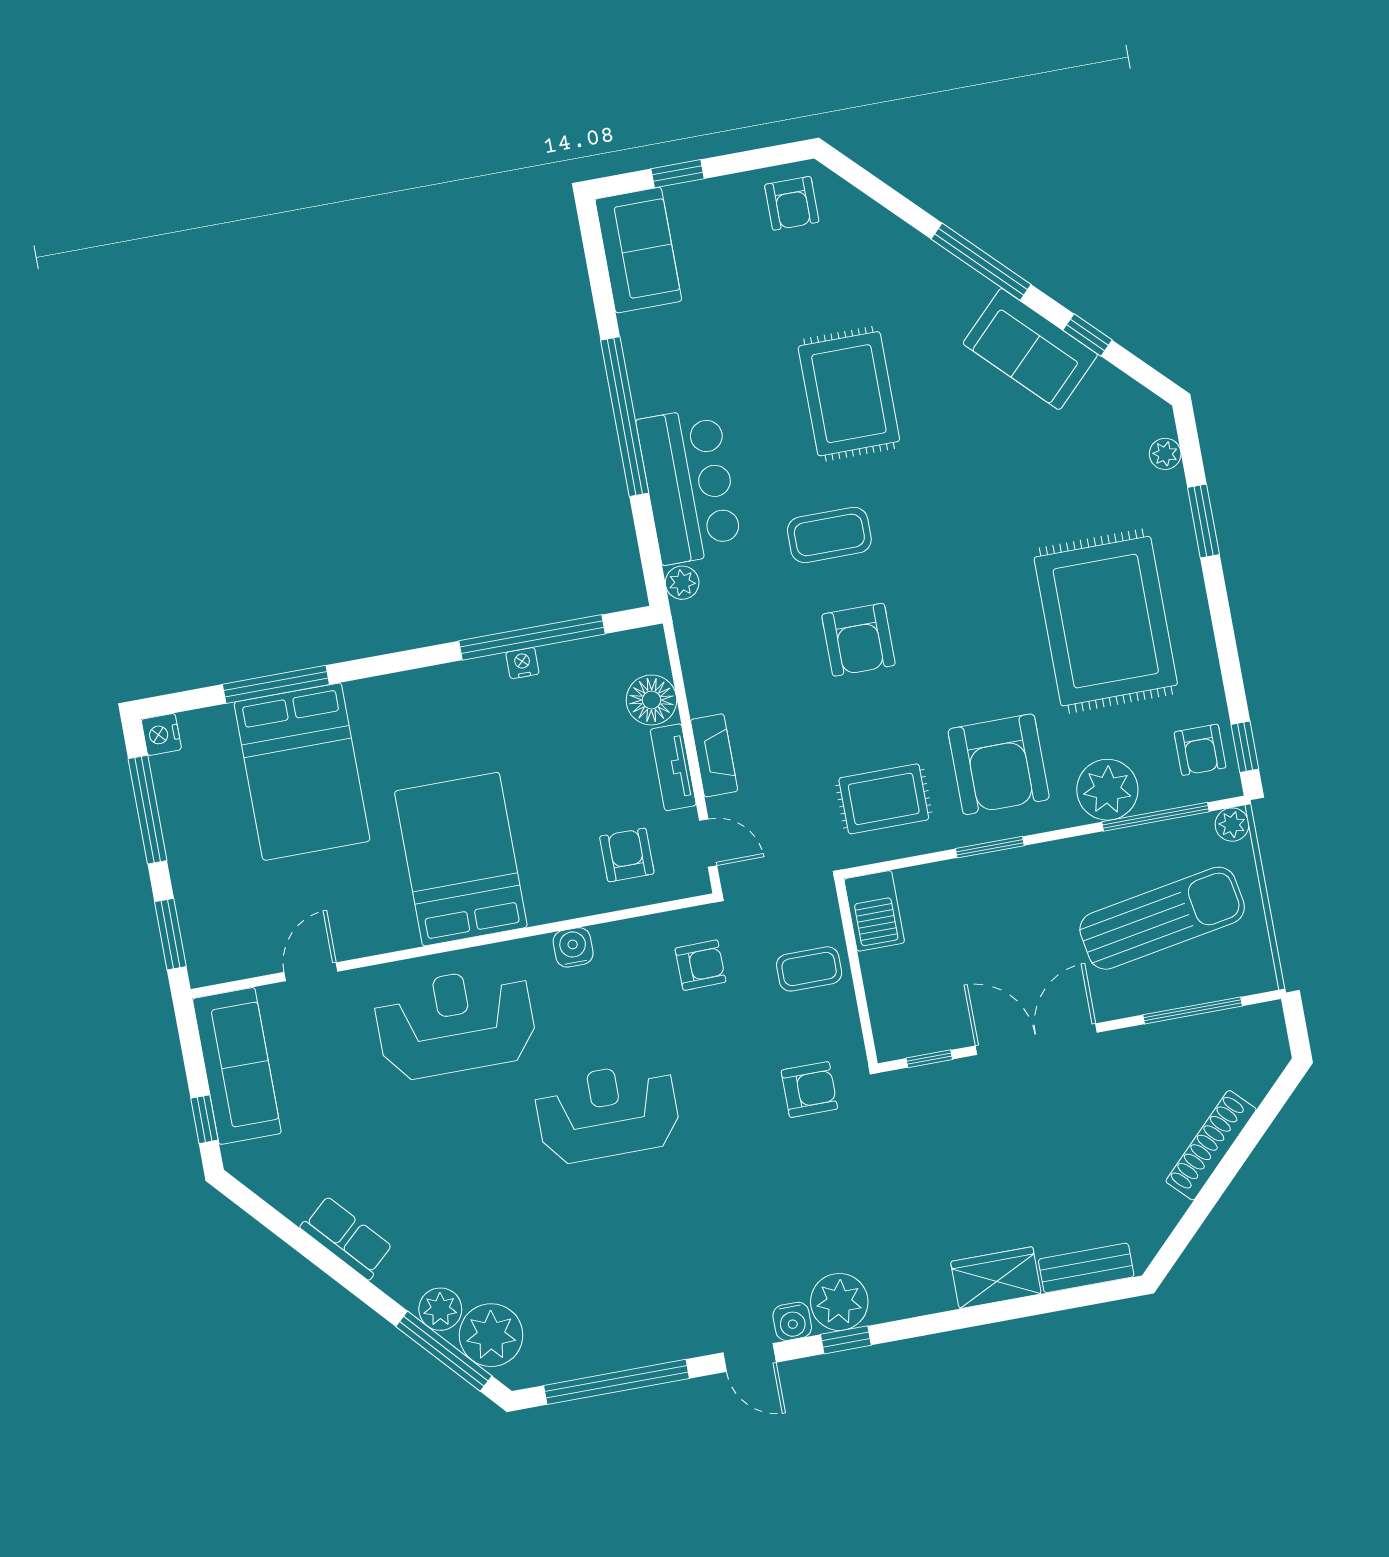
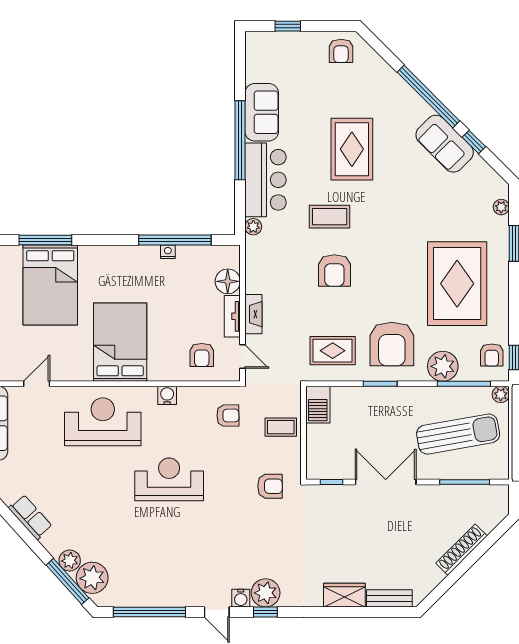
sofa: (638, 250) -> (262, 112), moved
window: (981, 262) -> (428, 96), width x1.46
armchair: (627, 855) -> (202, 355), turned 180

